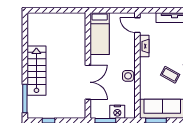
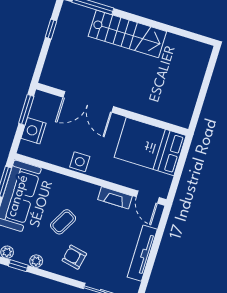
door: (137, 25) -> (148, 197), swing flipped
bed: (100, 34) -> (150, 146), width x1.50

